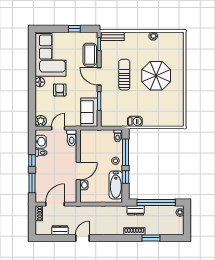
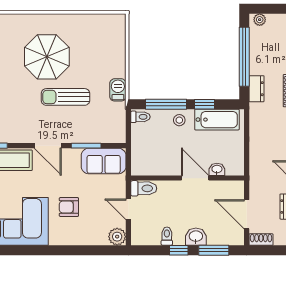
sun lounger: (124, 75) -> (66, 97), moved
door: (99, 76) -> (48, 146), hinge flipped
floor lamp: (40, 82) -> (57, 238), removed
washbasin: (41, 142) -> (196, 237), moved

